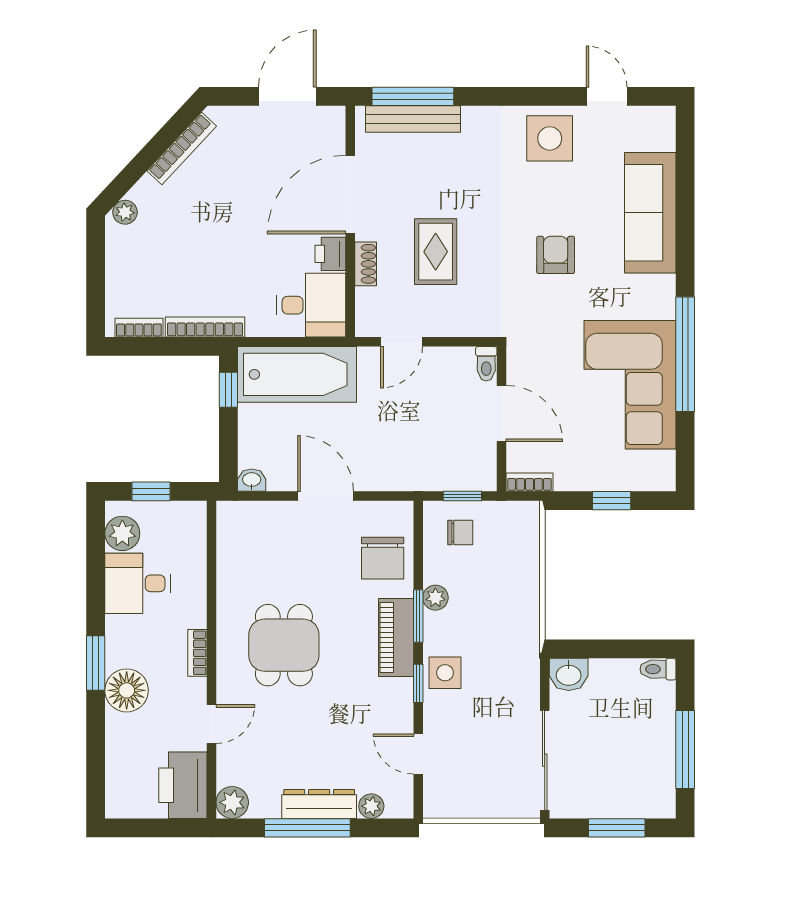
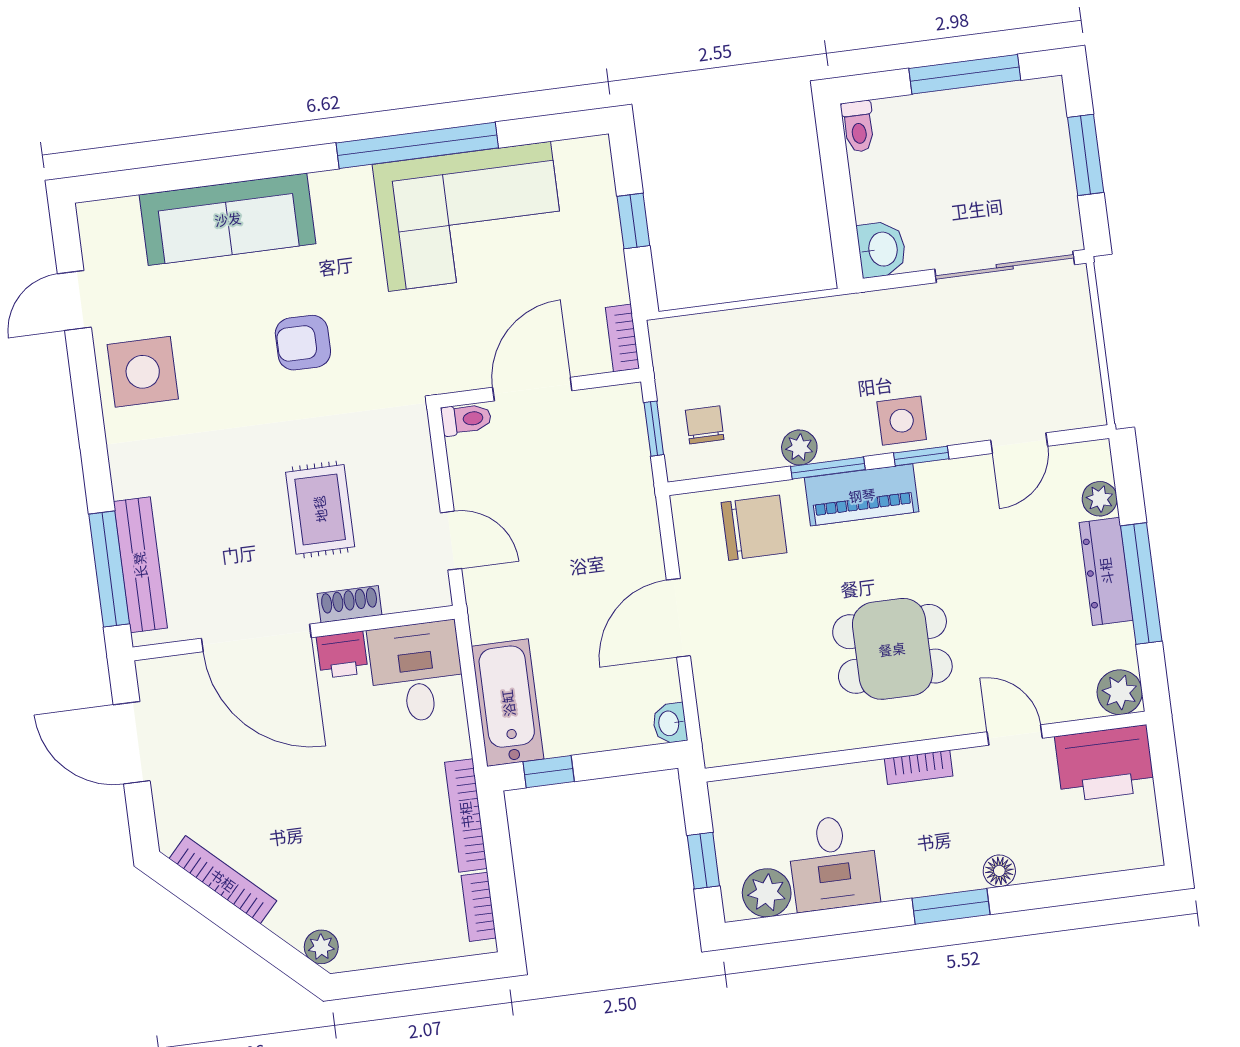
rug: (436, 252) -> (320, 509), turned 90
bathtub: (297, 374) -> (508, 703), width x0.73, depth x0.73
floor lamp: (127, 690) -> (999, 871), width x0.53, depth x0.53

